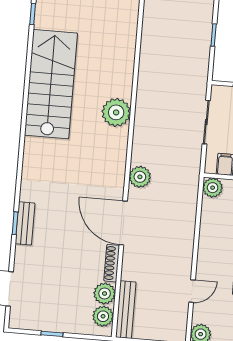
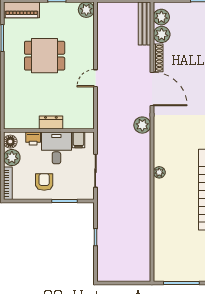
plant: (116, 112) -> (159, 172), width x0.53, depth x0.53
plant: (213, 188) -> (87, 121), removed
door: (192, 291) -> (95, 78), moved

